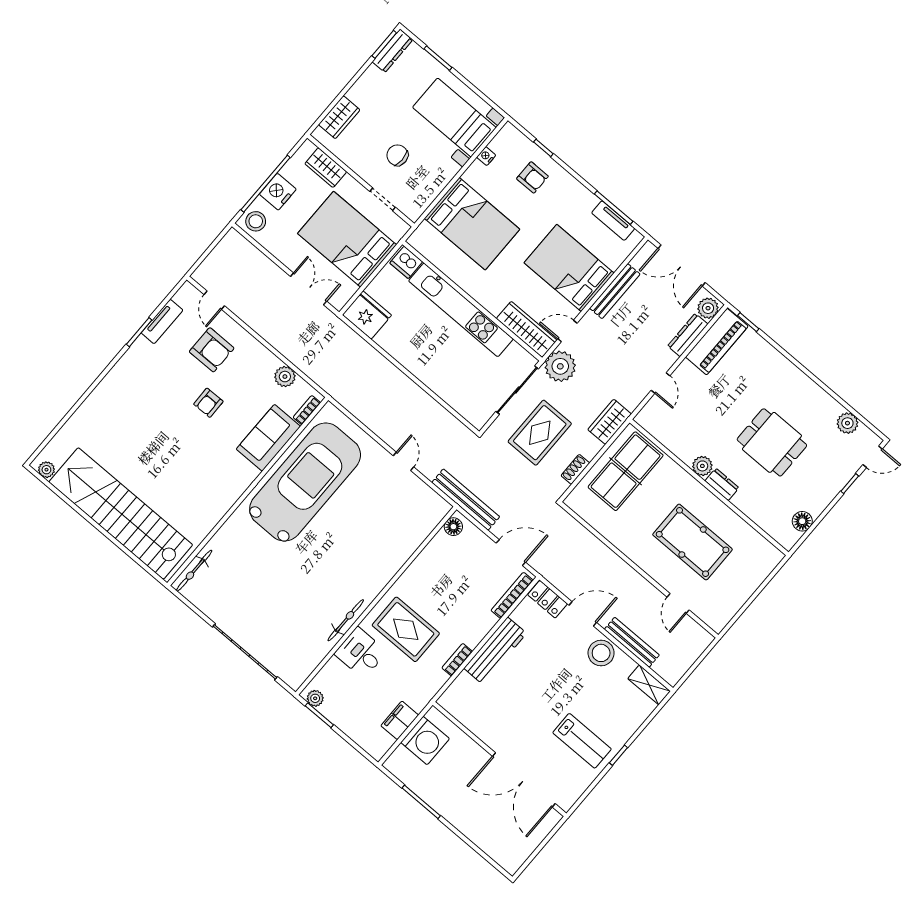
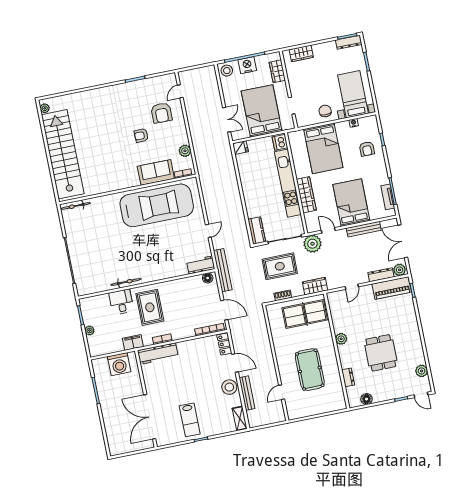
chair: (397, 155) -> (325, 111), moved
fridge: (367, 315) -> (240, 148), width x0.53, depth x0.75
tv unit: (162, 321) -> (149, 83), removed
wardrobe: (527, 329) -> (306, 195), moved
kitchen counter: (469, 408) -> (257, 231), added
dresser: (722, 484) -> (348, 377), moved
workbench: (430, 516) -> (201, 265), added
workbench: (495, 651) -> (158, 354), moved
plant: (315, 698) -> (90, 330), moved
filing cabinet: (400, 720) -> (133, 342), moved

